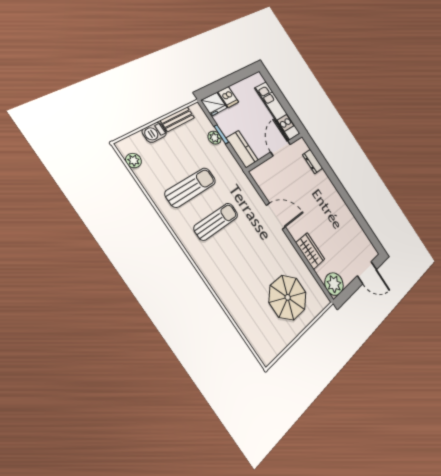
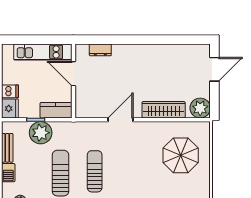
plant: (215, 138) -> (41, 133), width x1.88, depth x1.88
wardrobe: (310, 251) -> (164, 110), width x1.50

